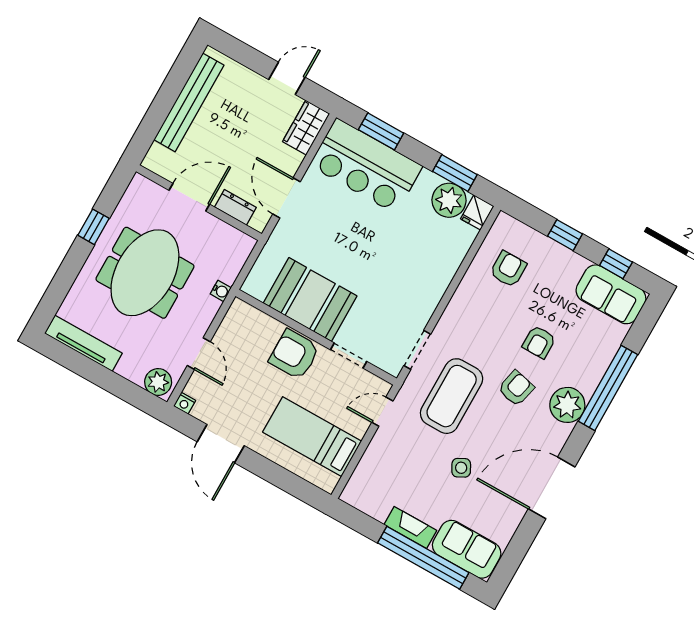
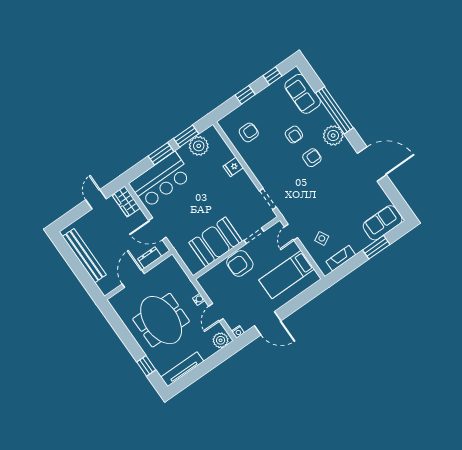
window: (381, 131) -> (161, 154), moved
fridge: (477, 212) -> (233, 167), moved, turned 90
window: (94, 227) -> (146, 366), moved
armchair: (508, 269) -> (249, 132), turned 90
water cooler: (221, 291) -> (199, 299), moved
sofa: (611, 294) -> (303, 94), moved, turned 90
door: (199, 354) -> (216, 312), swing flipped
armchair: (516, 388) -> (312, 158), turned 77
coffee table: (452, 396) -> (300, 193), removed
side table: (461, 468) -> (322, 238), moved
door: (552, 488) -> (372, 164), swing flipped
fireplace: (410, 528) -> (341, 258), moved
window: (423, 558) -> (376, 247), width x0.47

